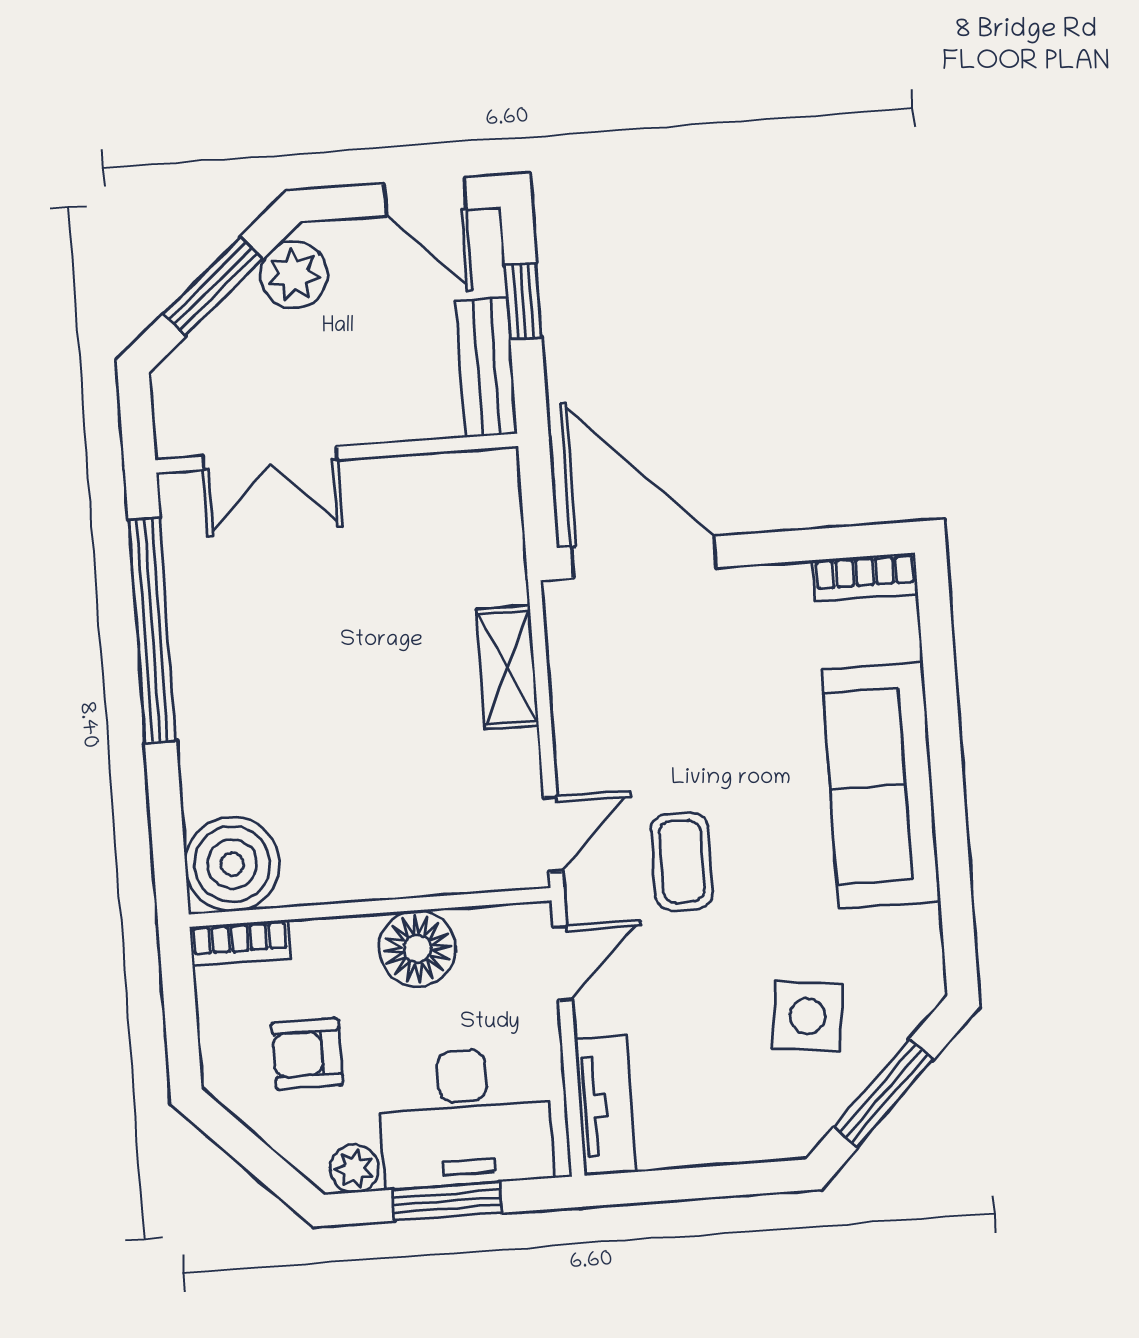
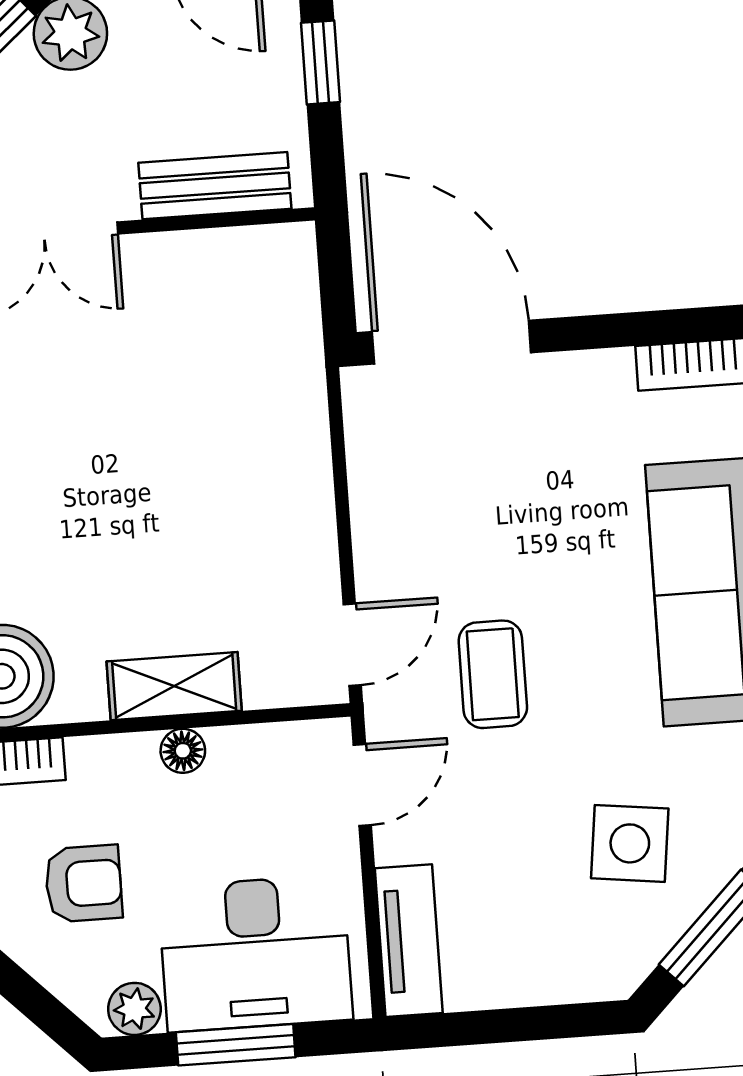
bench: (486, 367) -> (215, 186), moved, turned 90
shelving: (507, 667) -> (174, 686), moved, turned 90
floor lamp: (417, 949) -> (183, 751), width x0.53, depth x0.53
armchair: (307, 1054) -> (83, 884), turned 180

